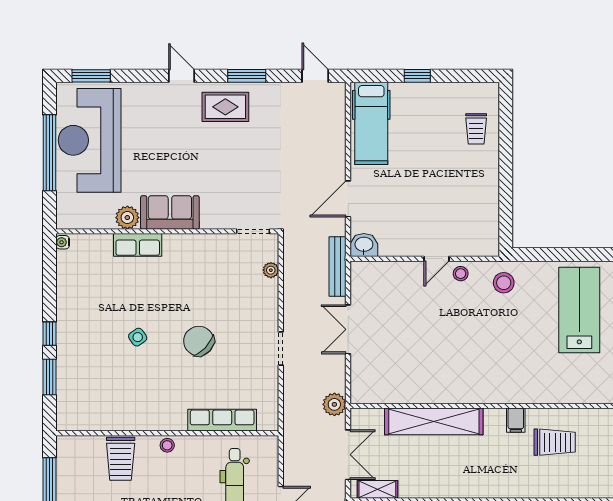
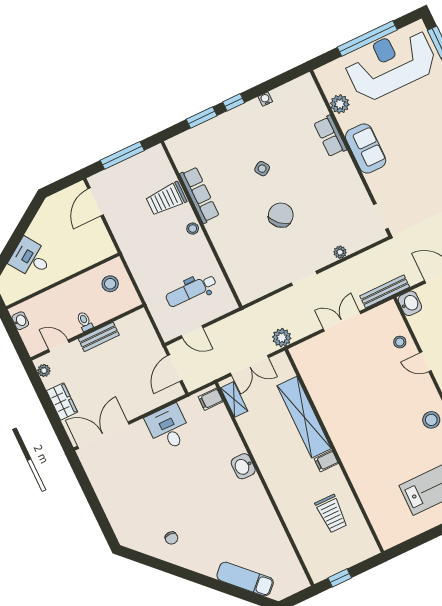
plant: (127, 218) -> (340, 104), moved
water cooler: (63, 242) -> (265, 99), moved
plant: (271, 270) -> (340, 252), moved
stool: (461, 274) -> (400, 342), moved
row of seats: (222, 420) -> (199, 195), moved
filing cabinet: (516, 420) -> (326, 461), moved

